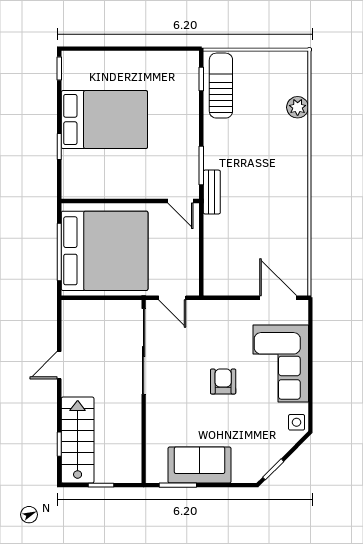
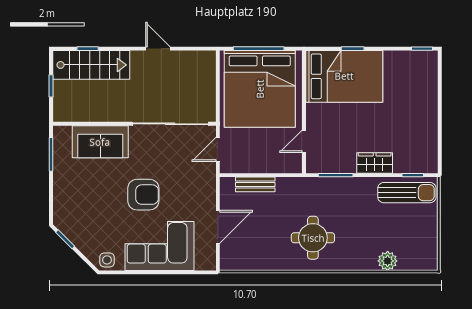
bed: (104, 120) -> (344, 76), moved, turned -90
wardrobe: (188, 122) -> (375, 163), added
round table: (272, 191) -> (313, 238), added
bench: (212, 192) -> (255, 184), moved
door: (181, 201) -> (304, 141), moved
door: (278, 298) -> (218, 227), moved
armchair: (223, 382) -> (143, 195), width x1.38, depth x1.38
sofa: (200, 465) -> (100, 142), moved, turned 90

